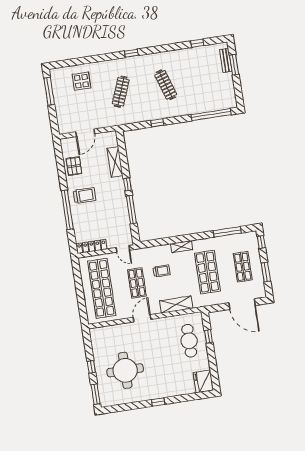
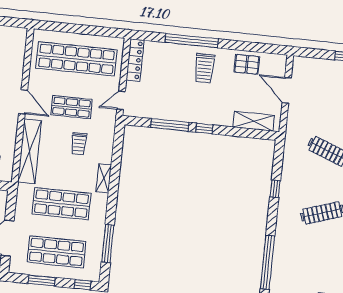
shelving: (115, 162) -> (254, 121), moved
shop shelf: (243, 267) -> (57, 252), width x1.43, depth x1.36
shelving: (176, 305) -> (30, 151), width x1.47

